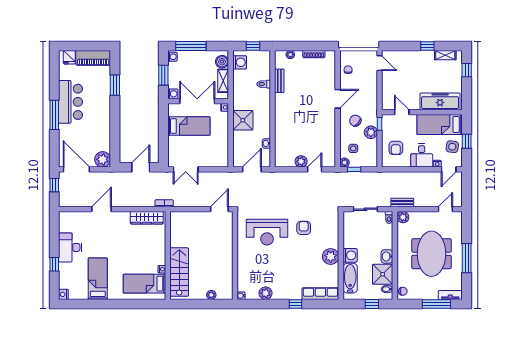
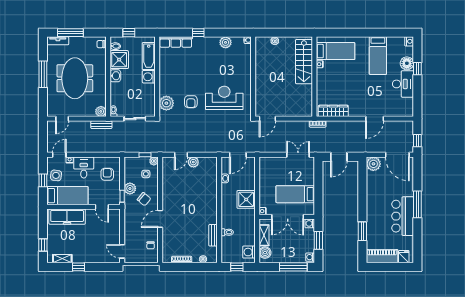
plant: (331, 256) -> (166, 103), moved
floor lamp: (66, 270) -> (407, 63), added

